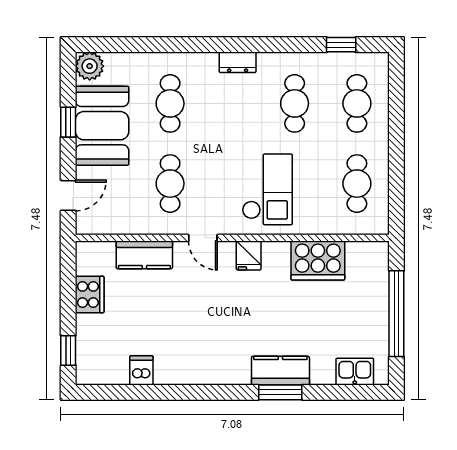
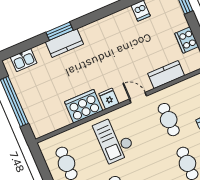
cooker: (318, 260) -> (84, 106), moved

